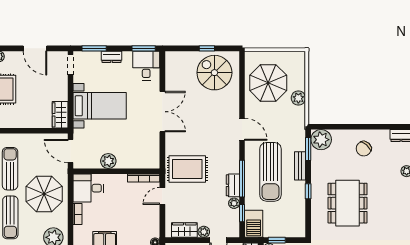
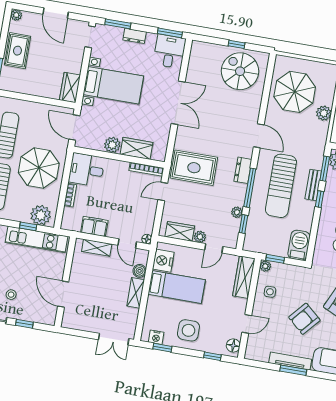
wardrobe: (131, 160) -> (136, 148), added
dresser: (233, 185) -> (243, 170), moved
window: (308, 191) -> (320, 199), moved
barbecue: (254, 224) -> (299, 245), moved, turned 180

